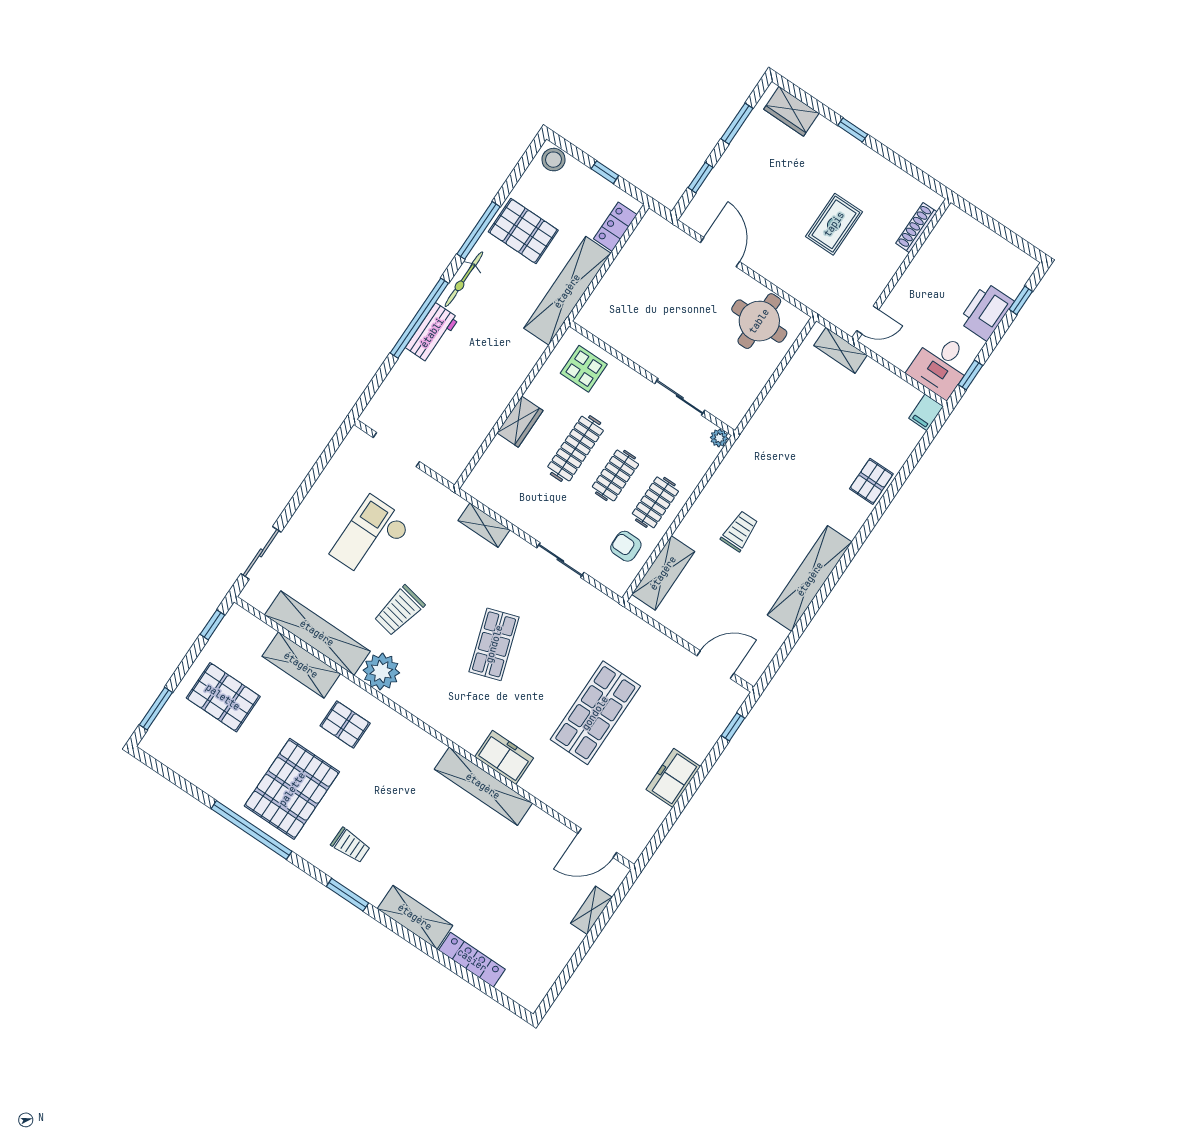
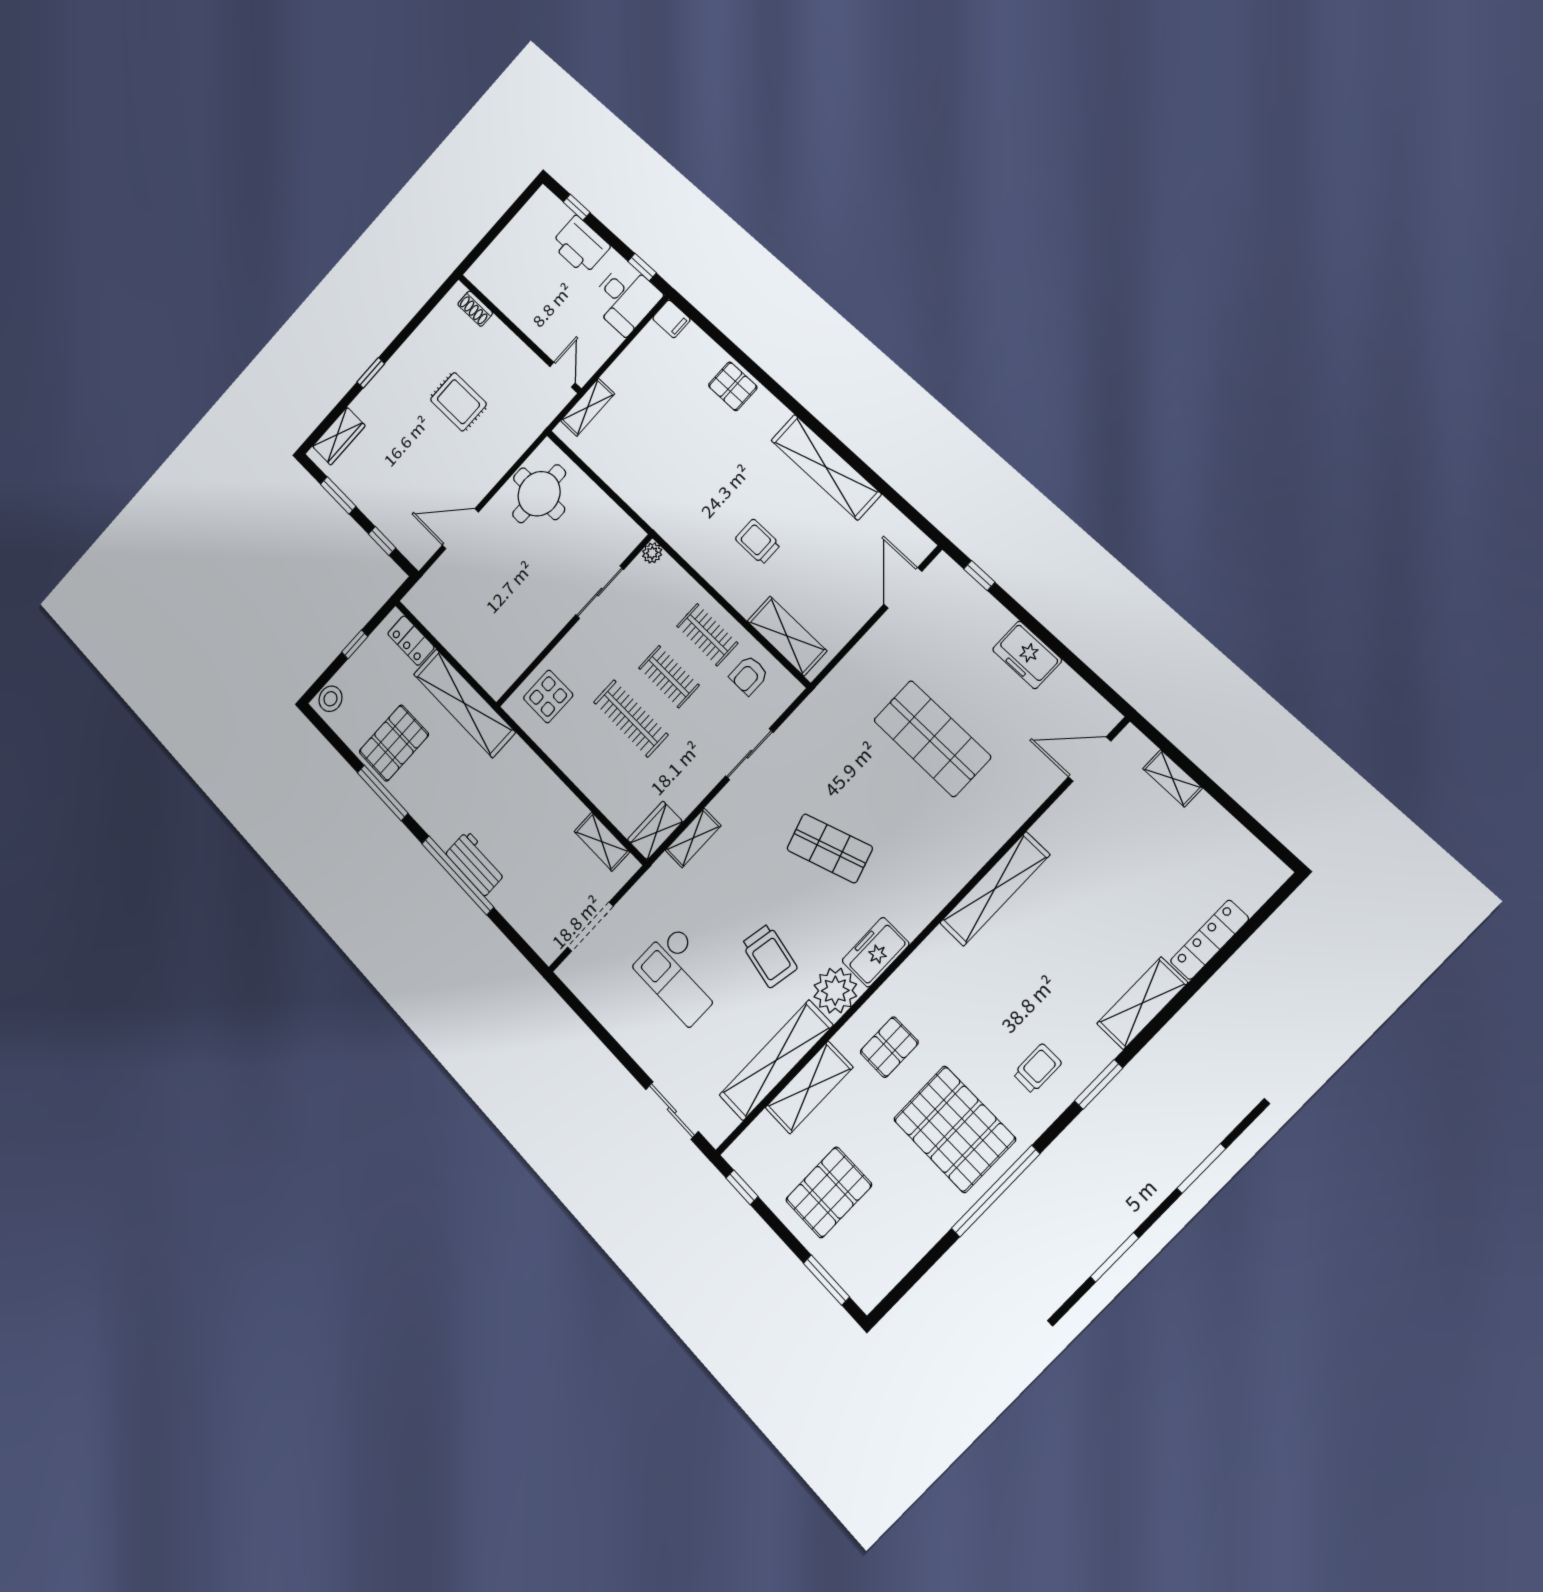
shoe rack: (916, 228) -> (475, 309), width x0.70
bicycle: (464, 279) -> (428, 818), removed
wardrobe: (520, 422) -> (655, 831), moved, turned -90
shelving: (468, 445) -> (602, 842), added
freezer: (504, 757) -> (876, 952), moved
door: (597, 843) -> (1090, 759), swing flipped

